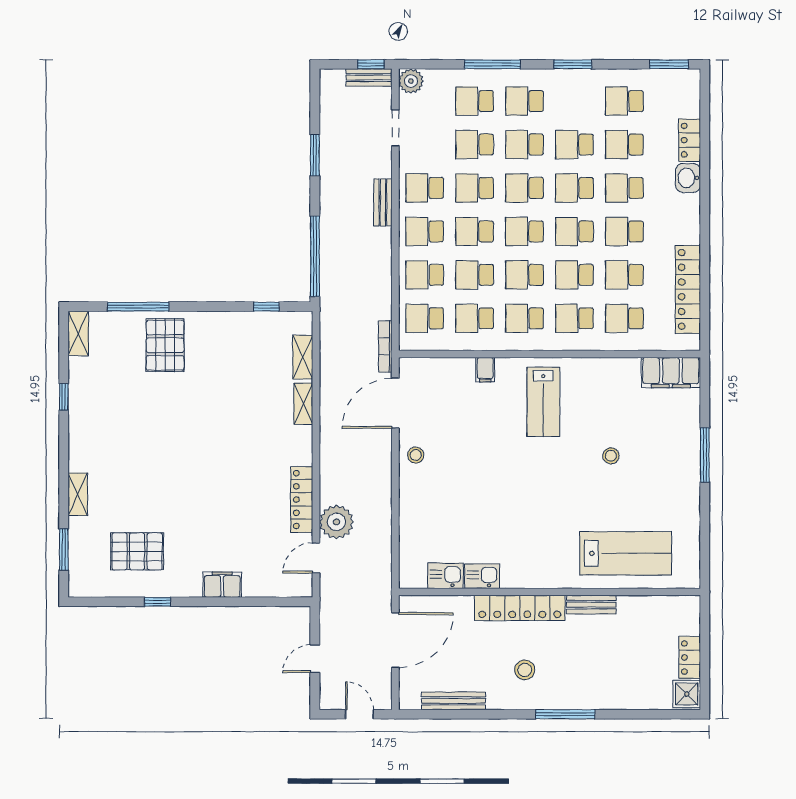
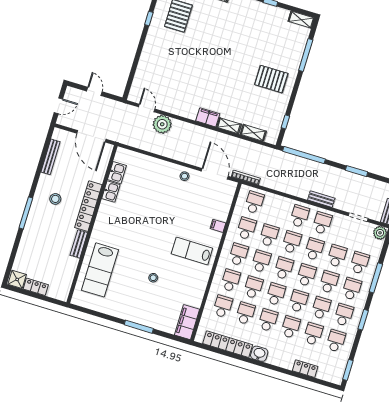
washbasin: (688, 178) -> (259, 354), moved
school desk: (425, 275) -> (344, 315), moved
pallet: (165, 345) -> (271, 79), moved
locker: (302, 500) -> (179, 110), removed
filing cabinet: (222, 585) -> (208, 117), moved, turned -90

